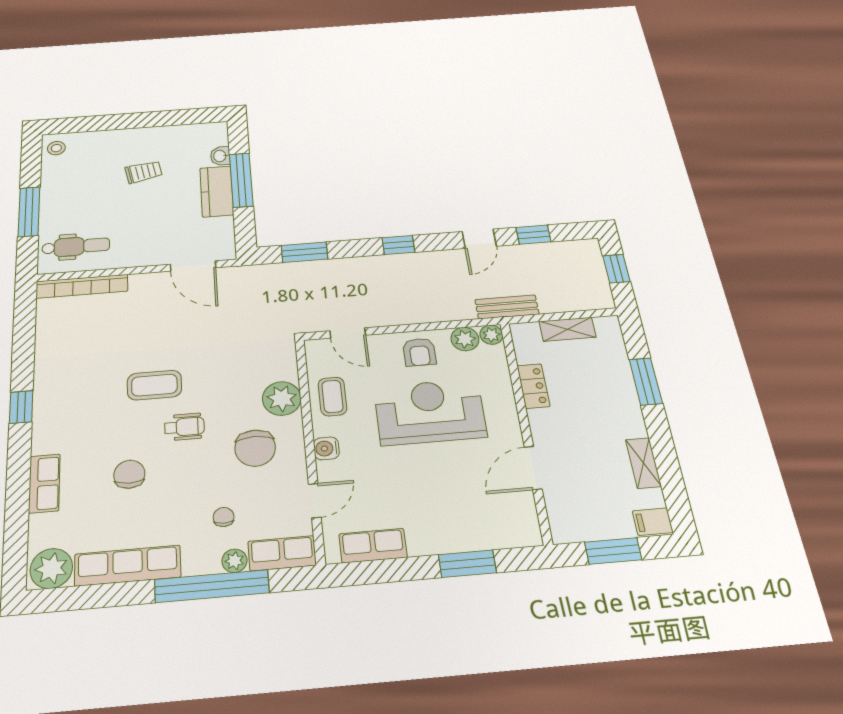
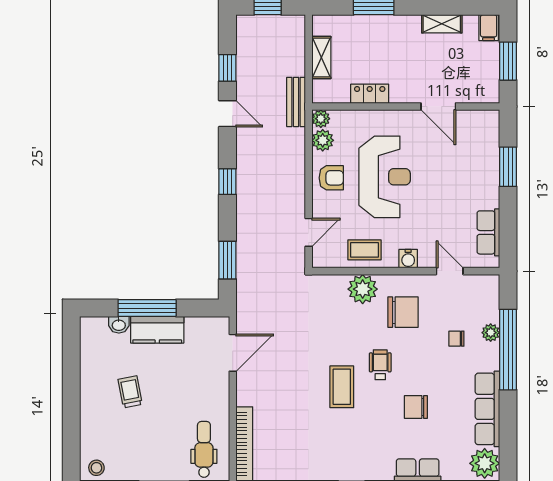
reception desk: (430, 412) -> (385, 177), turned 180
row of seats: (282, 553) -> (488, 298), removed

